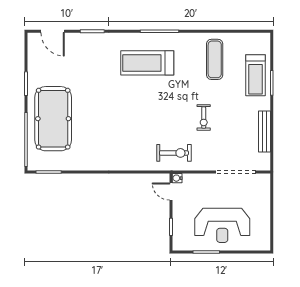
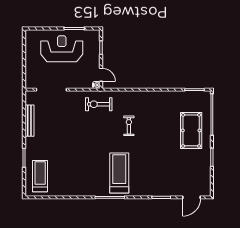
door: (53, 31) -> (192, 197), swing flipped
exercise mat: (215, 59) -> (68, 176), removed
treadmill: (147, 63) -> (119, 173), turned -90
treadmill: (256, 75) -> (40, 176), moved
exercise bike: (204, 118) -> (129, 126), moved
pool table: (53, 119) -> (191, 130), width x0.73, depth x0.76

